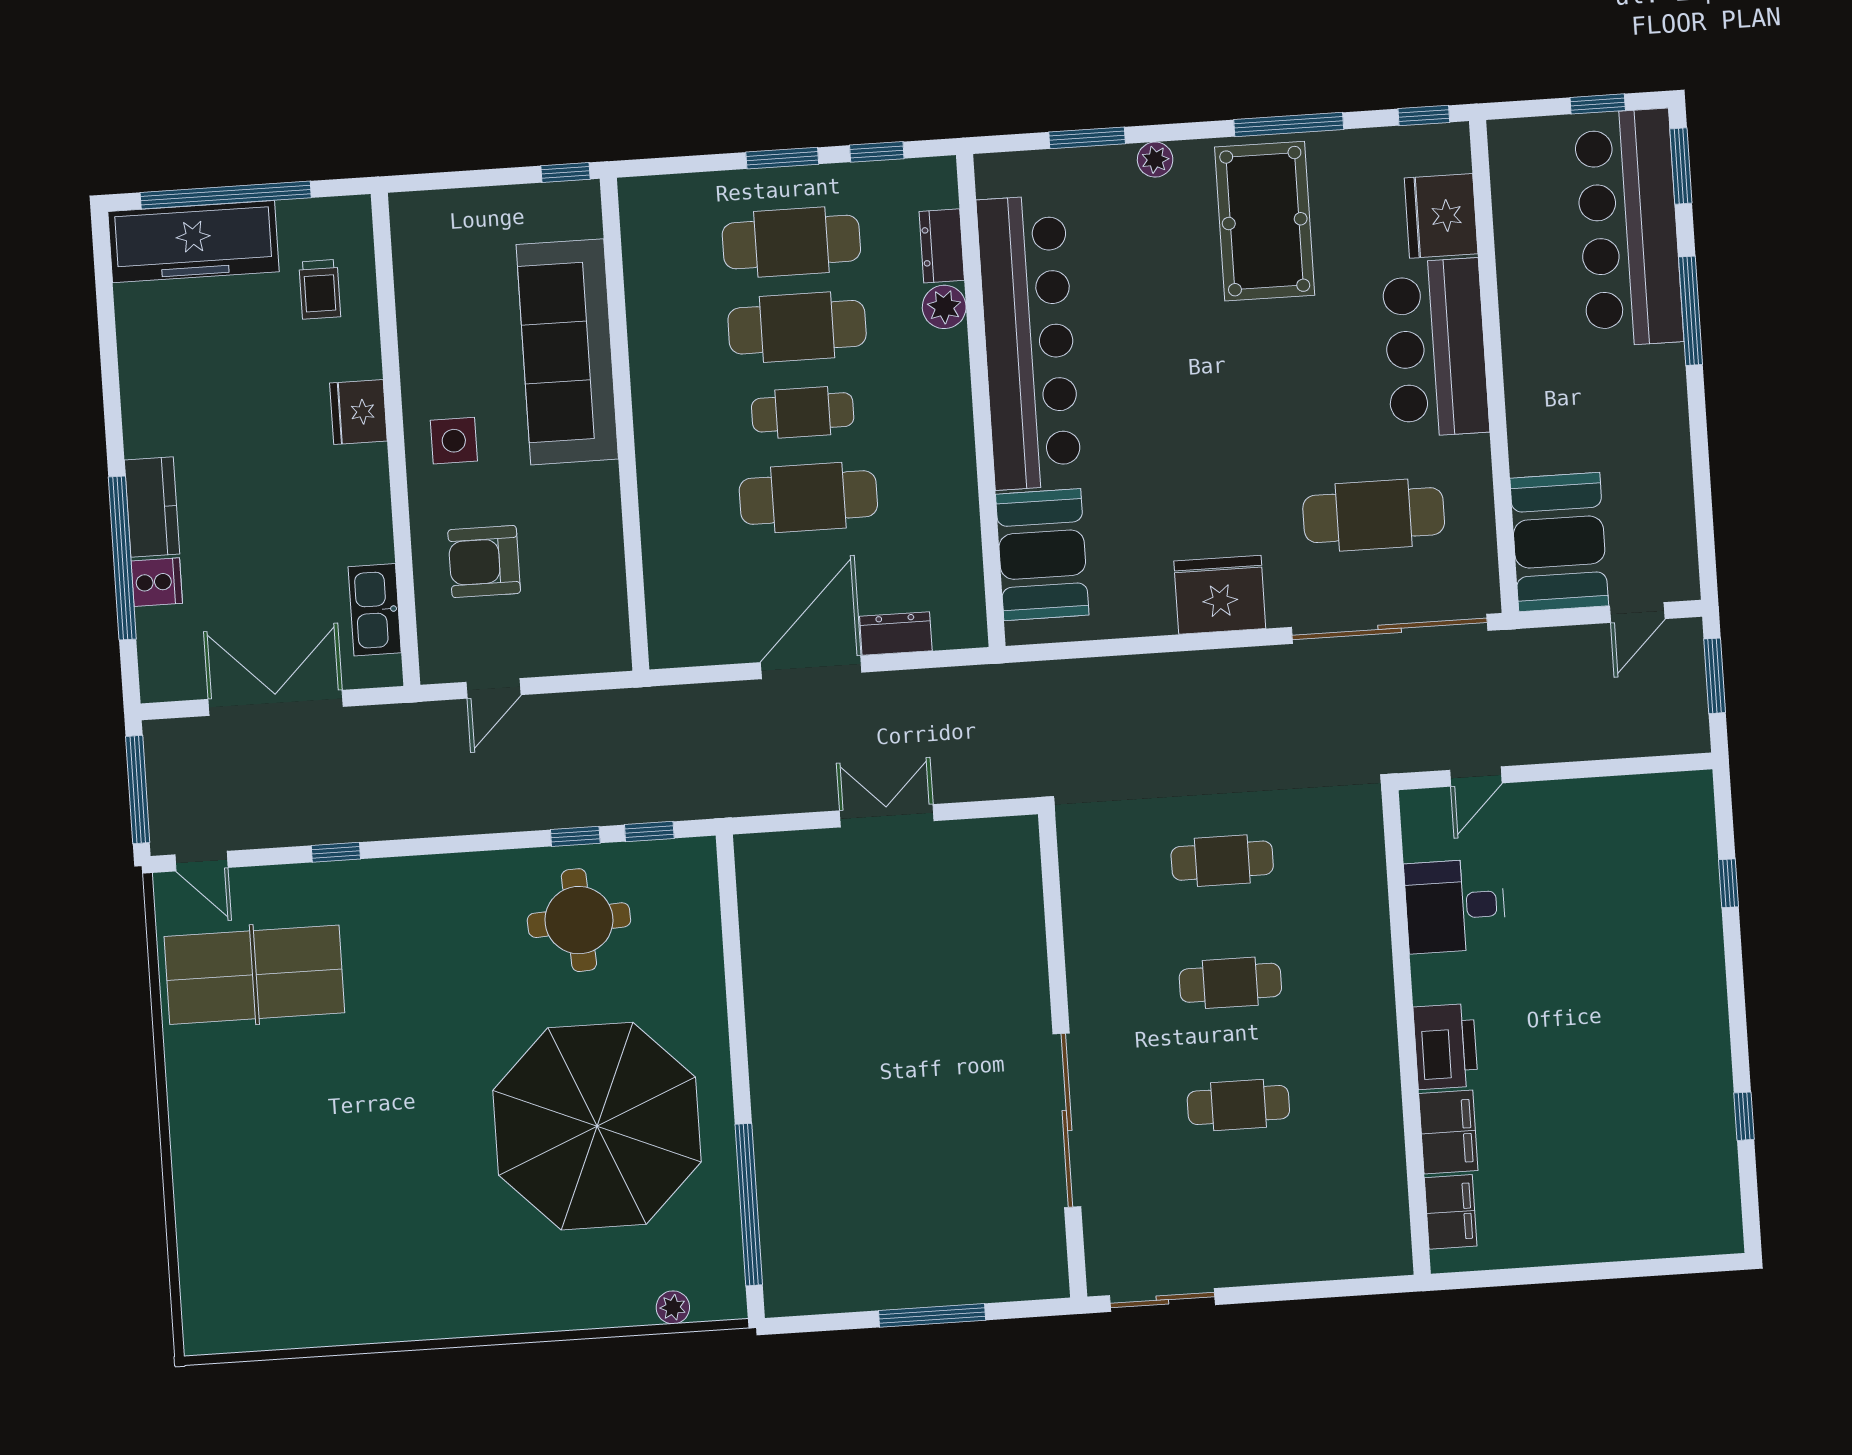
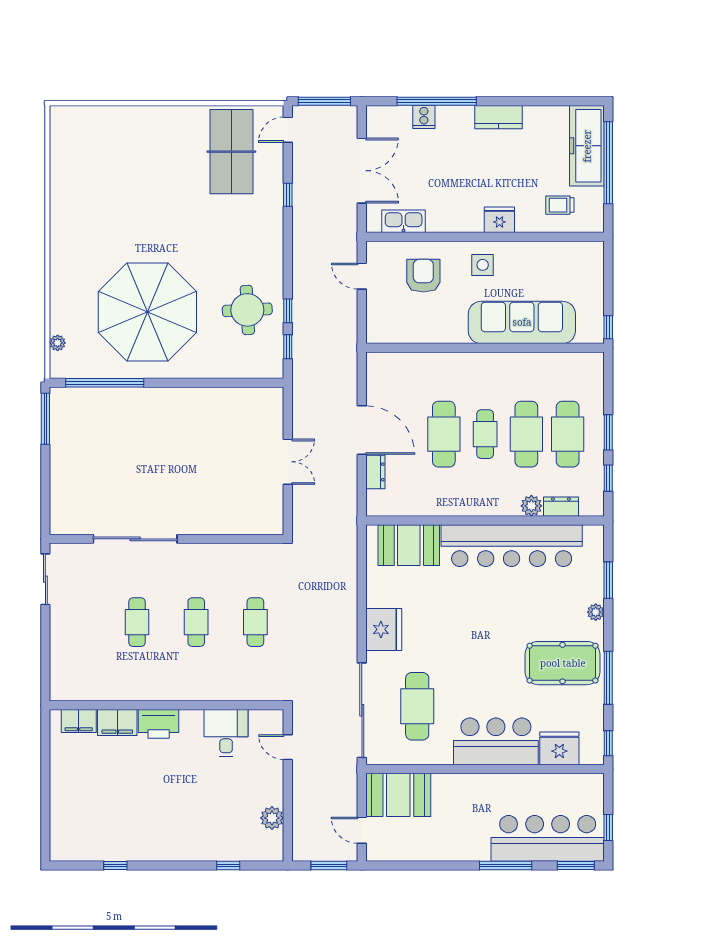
kitchen counter: (152, 507) -> (498, 117), moved
plant: (1624, 800) -> (272, 818), added
window: (932, 1315) -> (45, 419), moved

